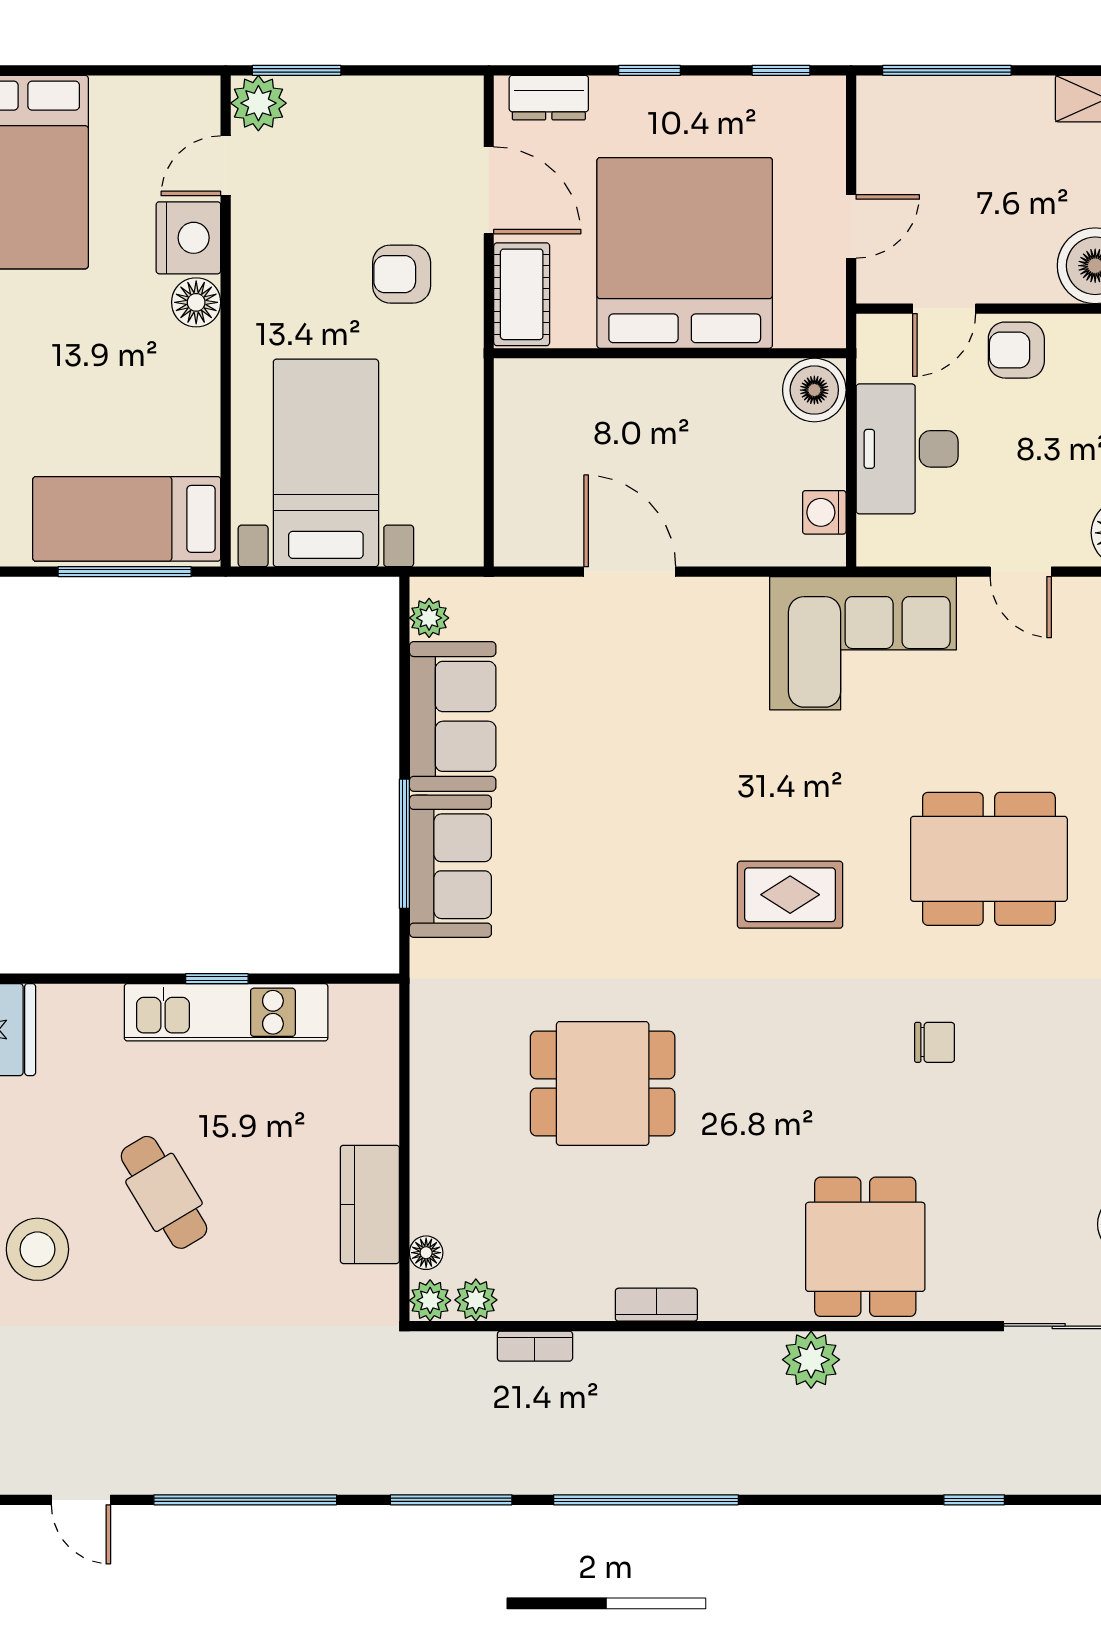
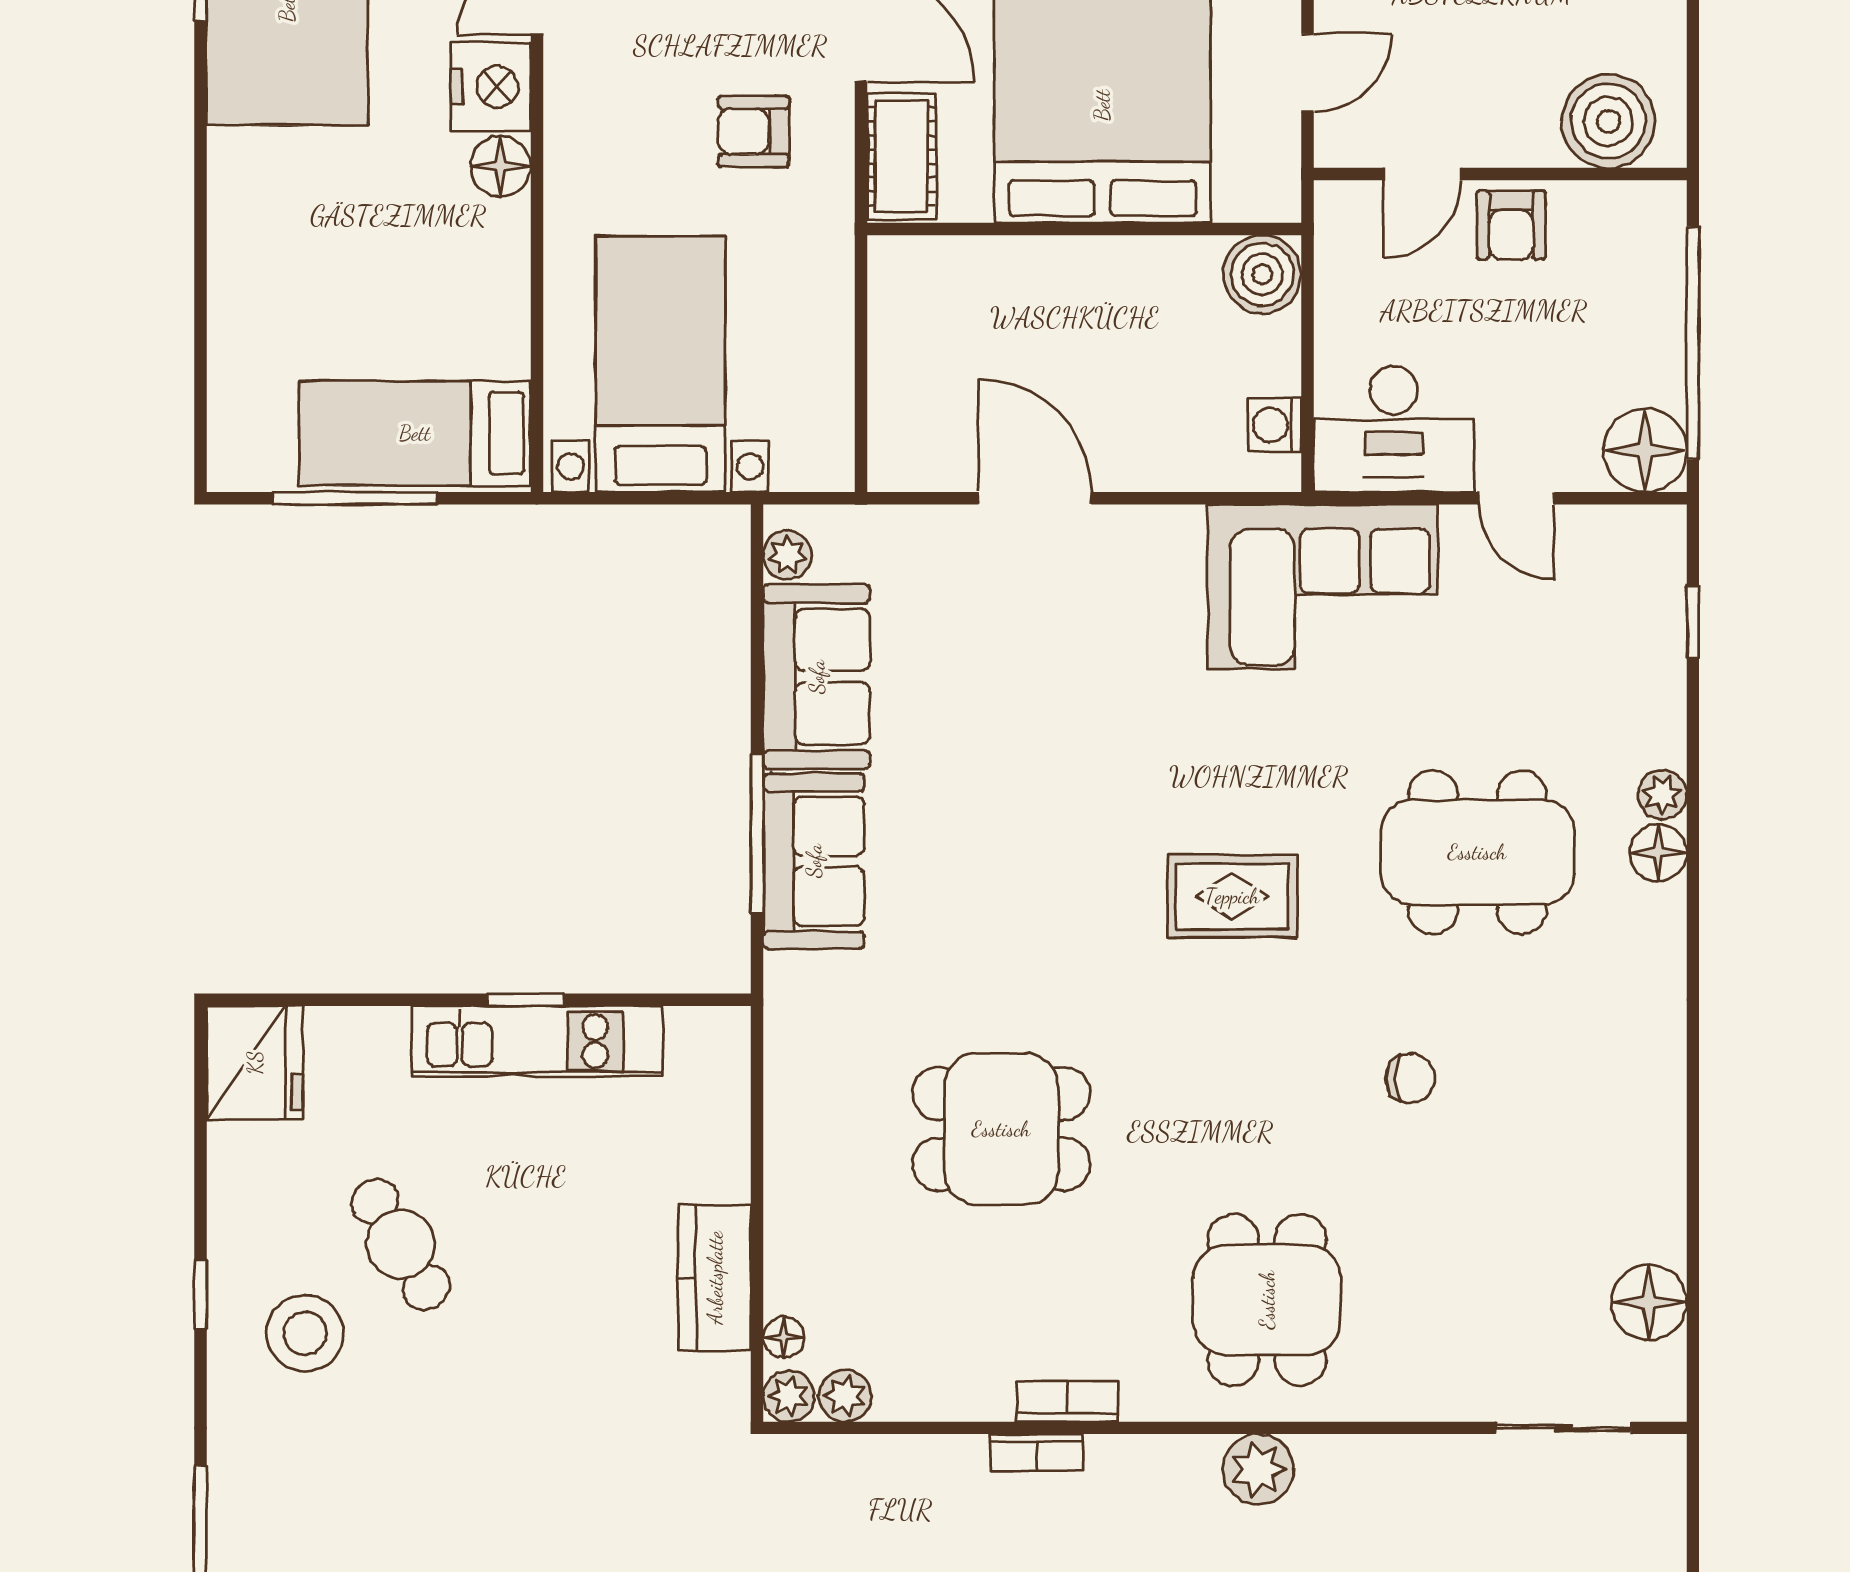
armchair: (1016, 350) -> (1511, 225), turned -90
desk: (907, 449) -> (1394, 429), moved, turned -90
window: (125, 572) -> (355, 498), moved
cafe table: (164, 1192) -> (401, 1245), moved
dining table: (865, 1247) -> (1267, 1300), moved
bookcase: (535, 1346) -> (1037, 1453), moved

